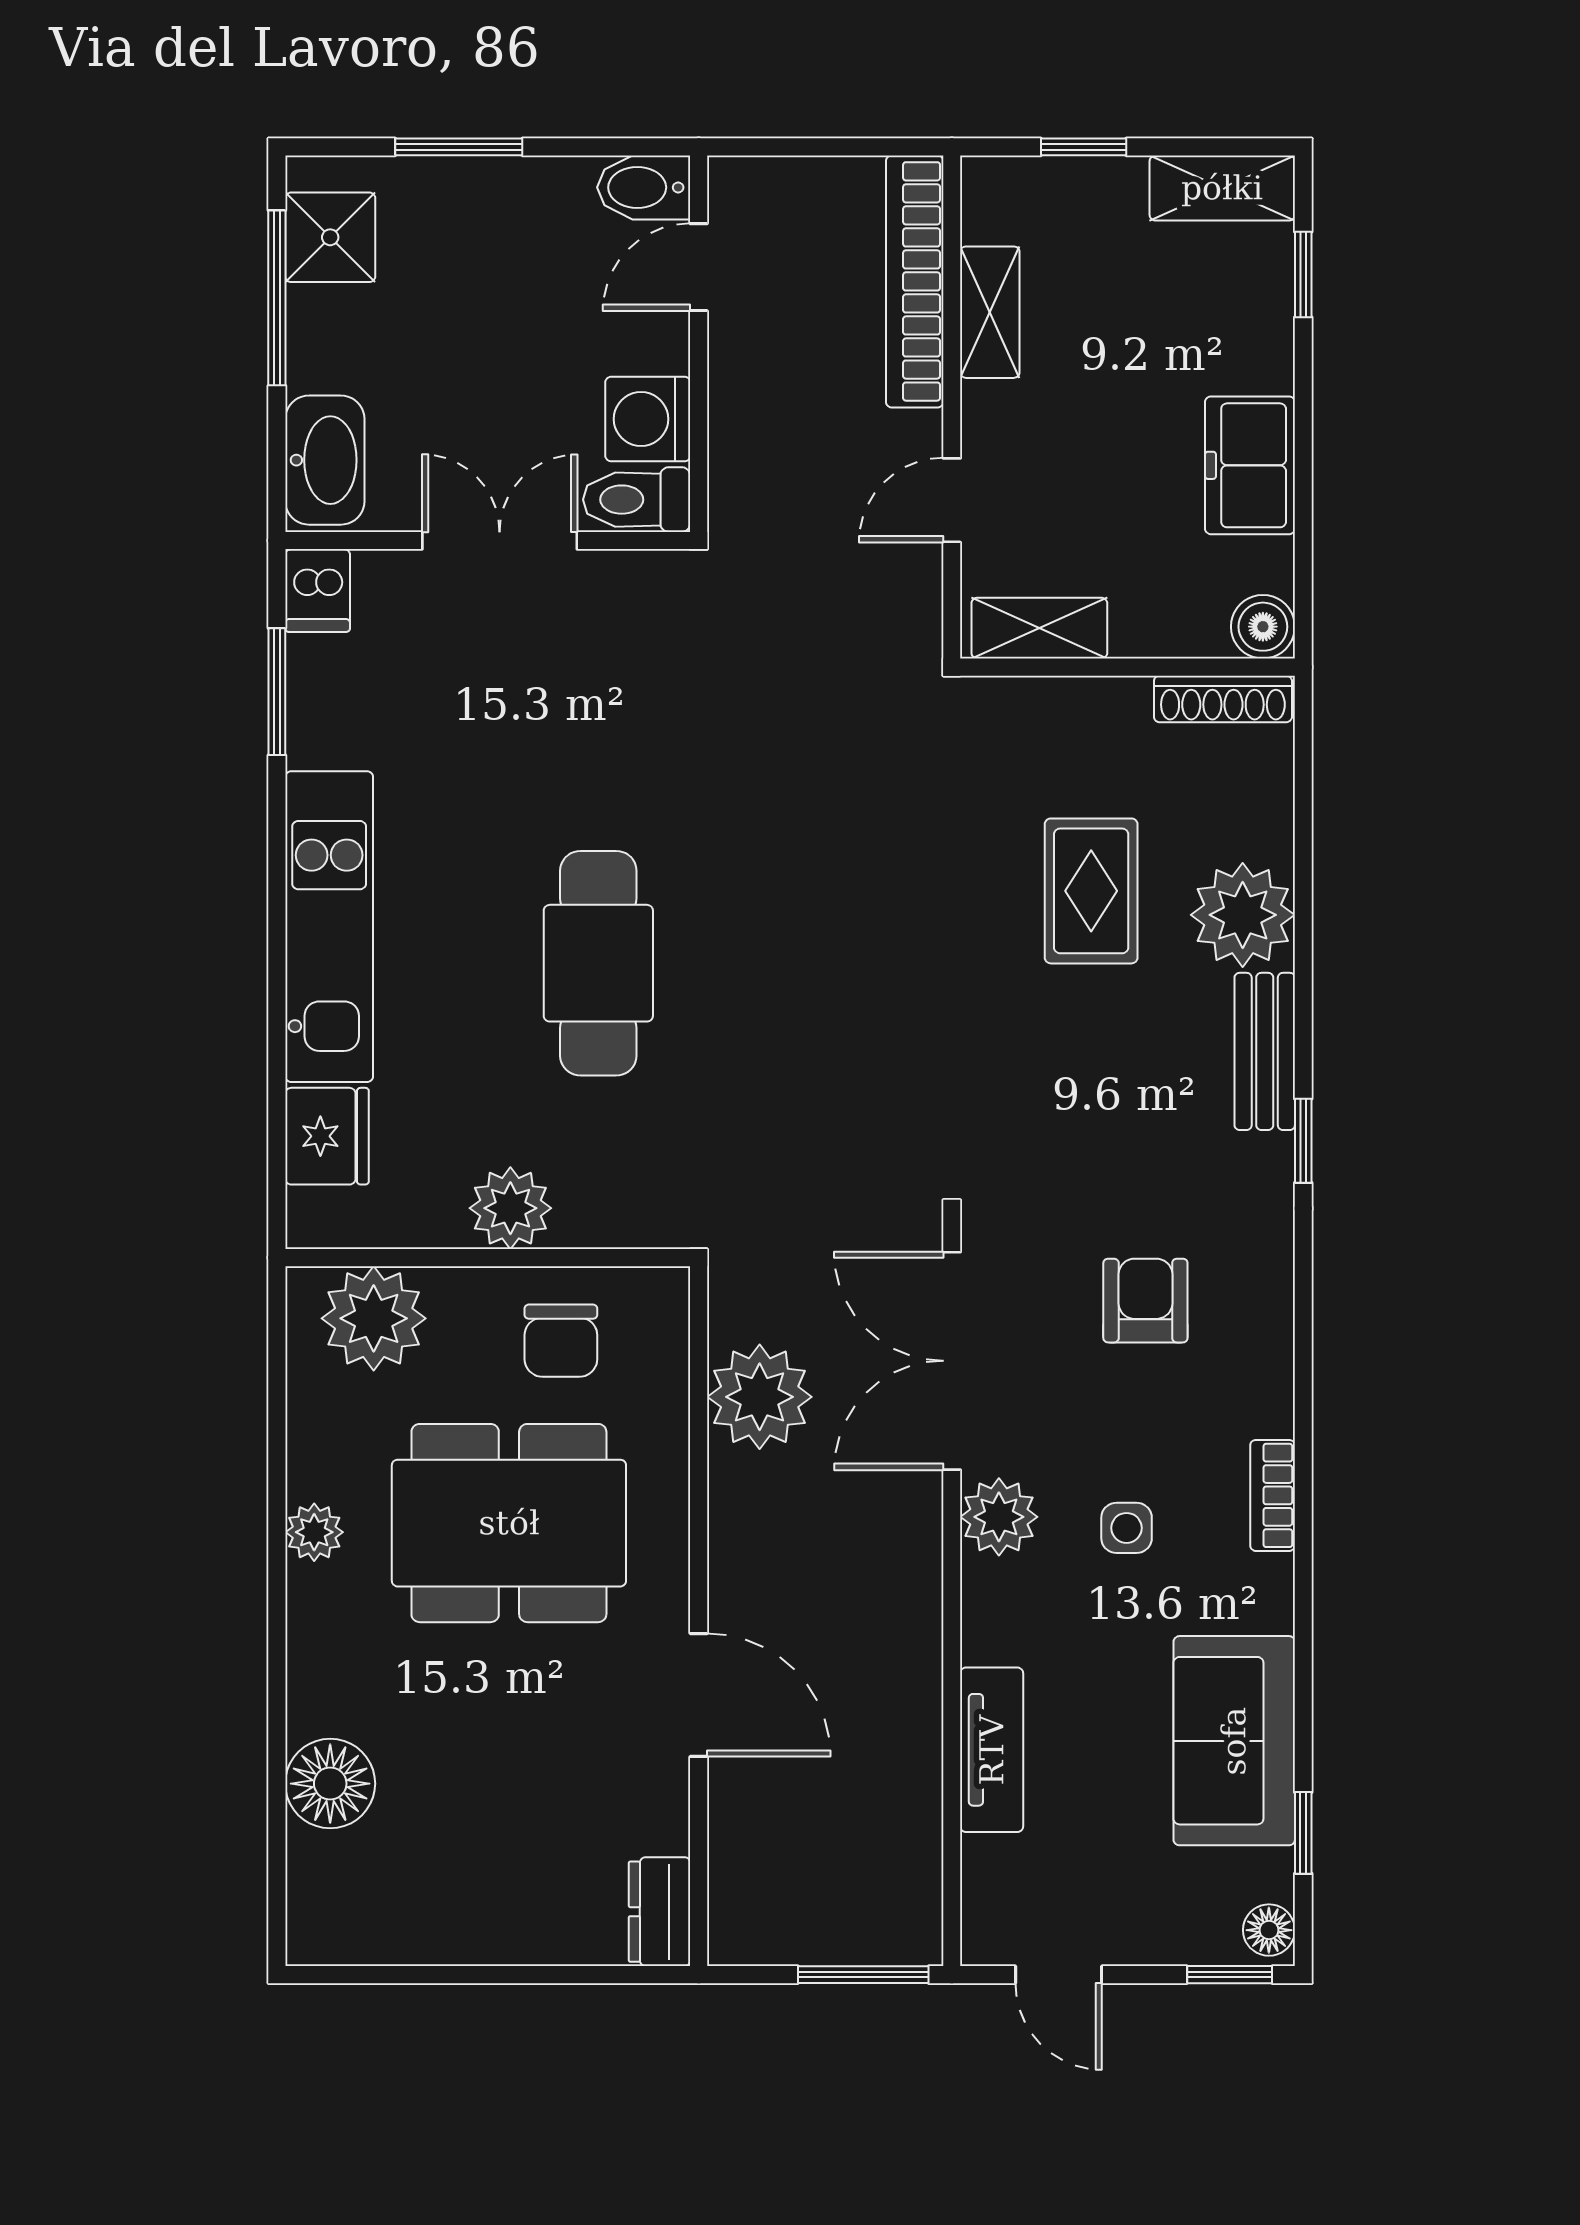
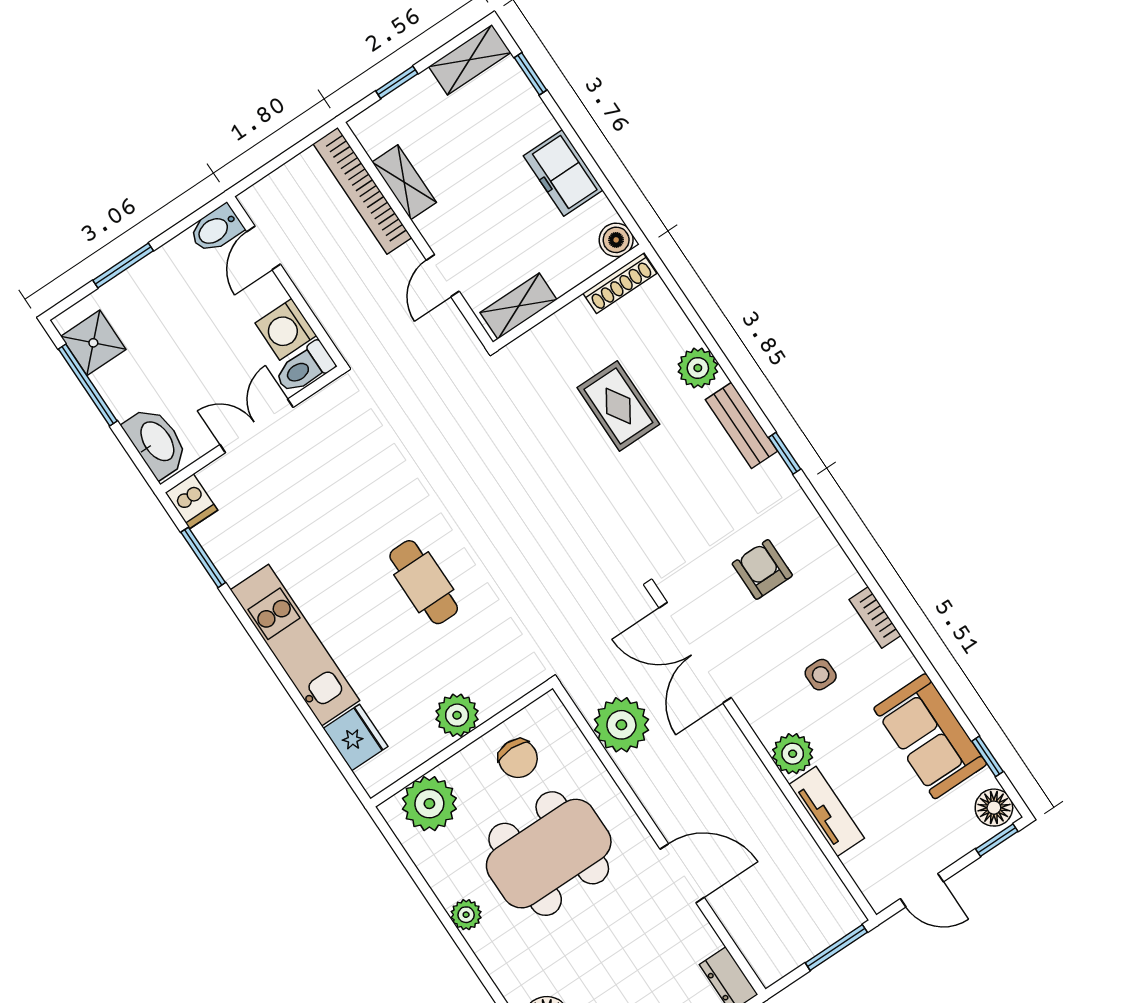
plant: (1243, 915) -> (698, 368), width x0.73, depth x0.73
cafe table: (598, 963) -> (424, 582), width x0.73, depth x0.74
plant: (999, 1517) -> (793, 754), moved
floor lamp: (1269, 1930) -> (994, 808), width x1.37, depth x1.37

